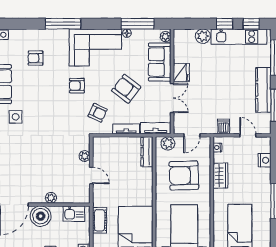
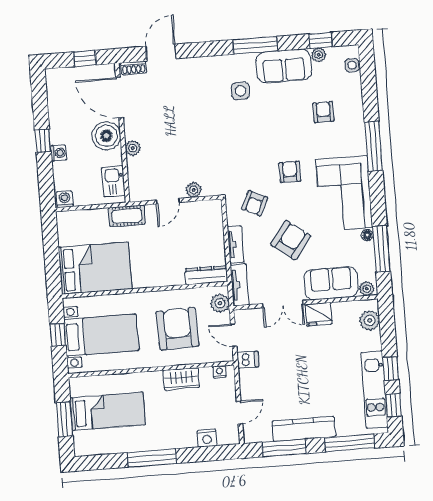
plant: (203, 36) -> (370, 320), moved
dishwasher: (224, 127) -> (248, 360), moved
cot: (100, 220) -> (127, 216), moved

